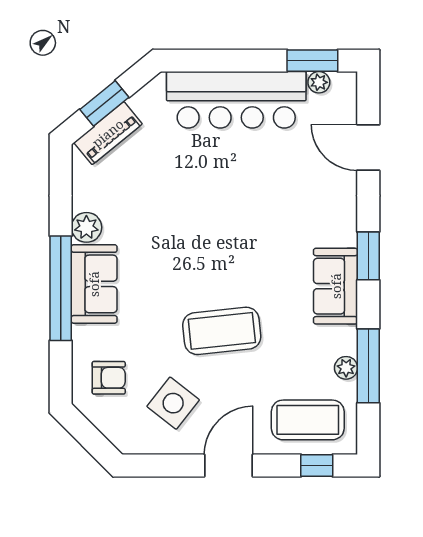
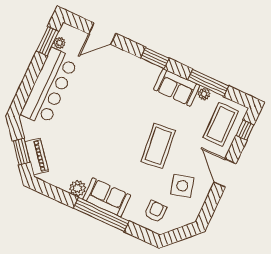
sofa: (336, 286) -> (177, 87), moved
side table: (173, 403) -> (182, 186), turned 37

